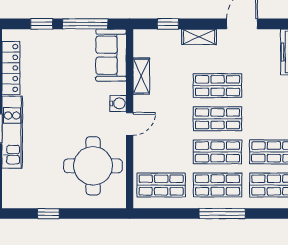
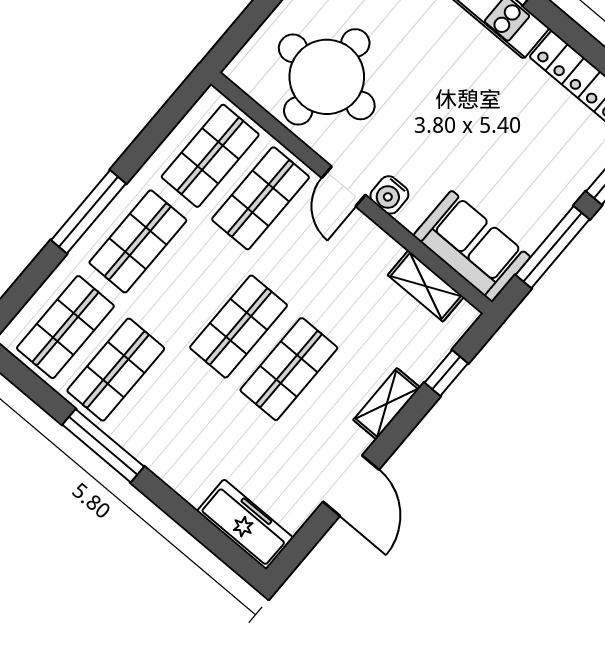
shelving: (141, 76) -> (426, 286), moved
shop shelf: (218, 152) -> (261, 198), moved

